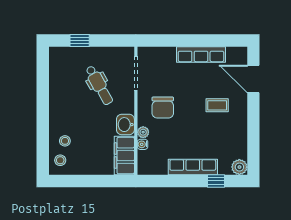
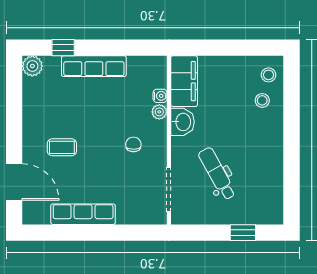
chair: (163, 107) -> (133, 144), width x0.54, depth x0.54

